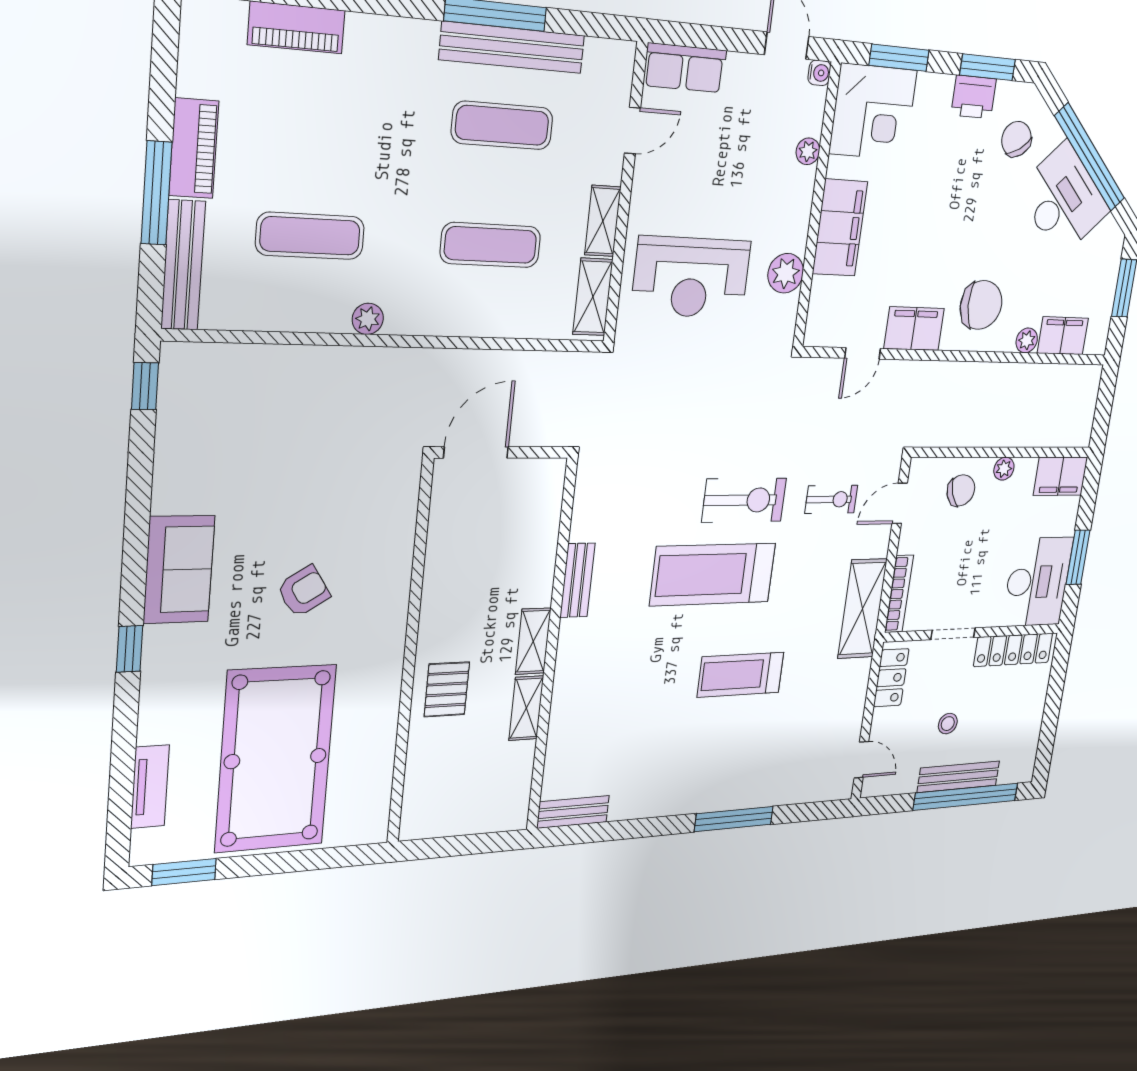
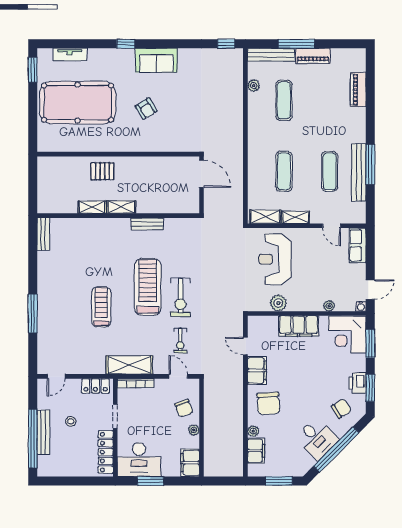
desk: (1063, 200) -> (317, 439), width x0.73
plant: (368, 319) -> (254, 86), moved

